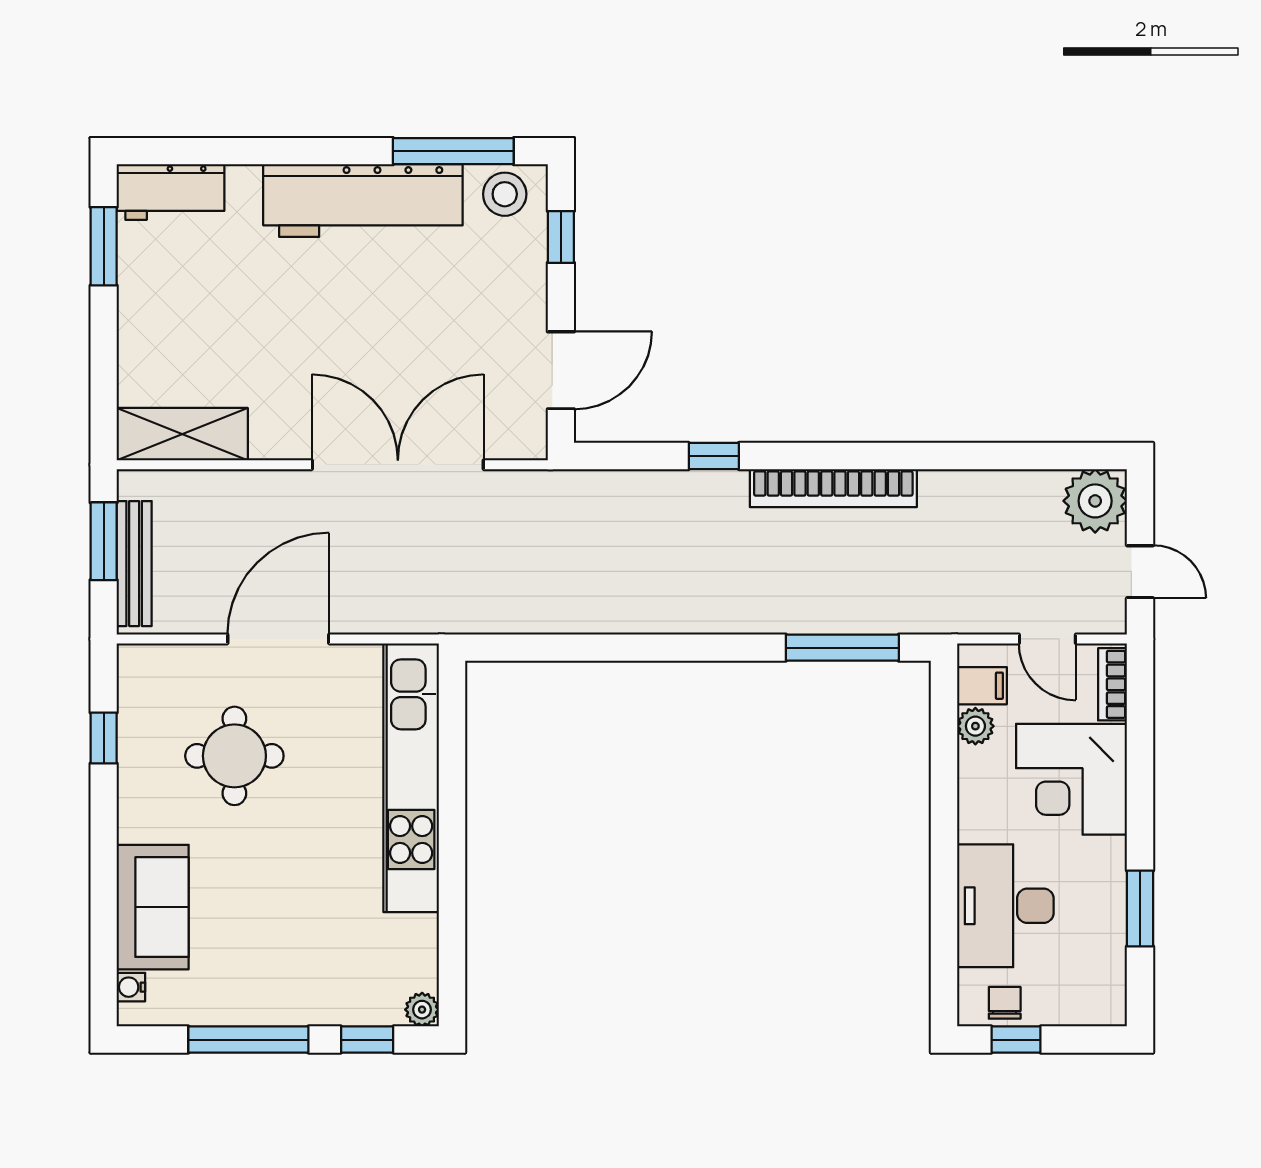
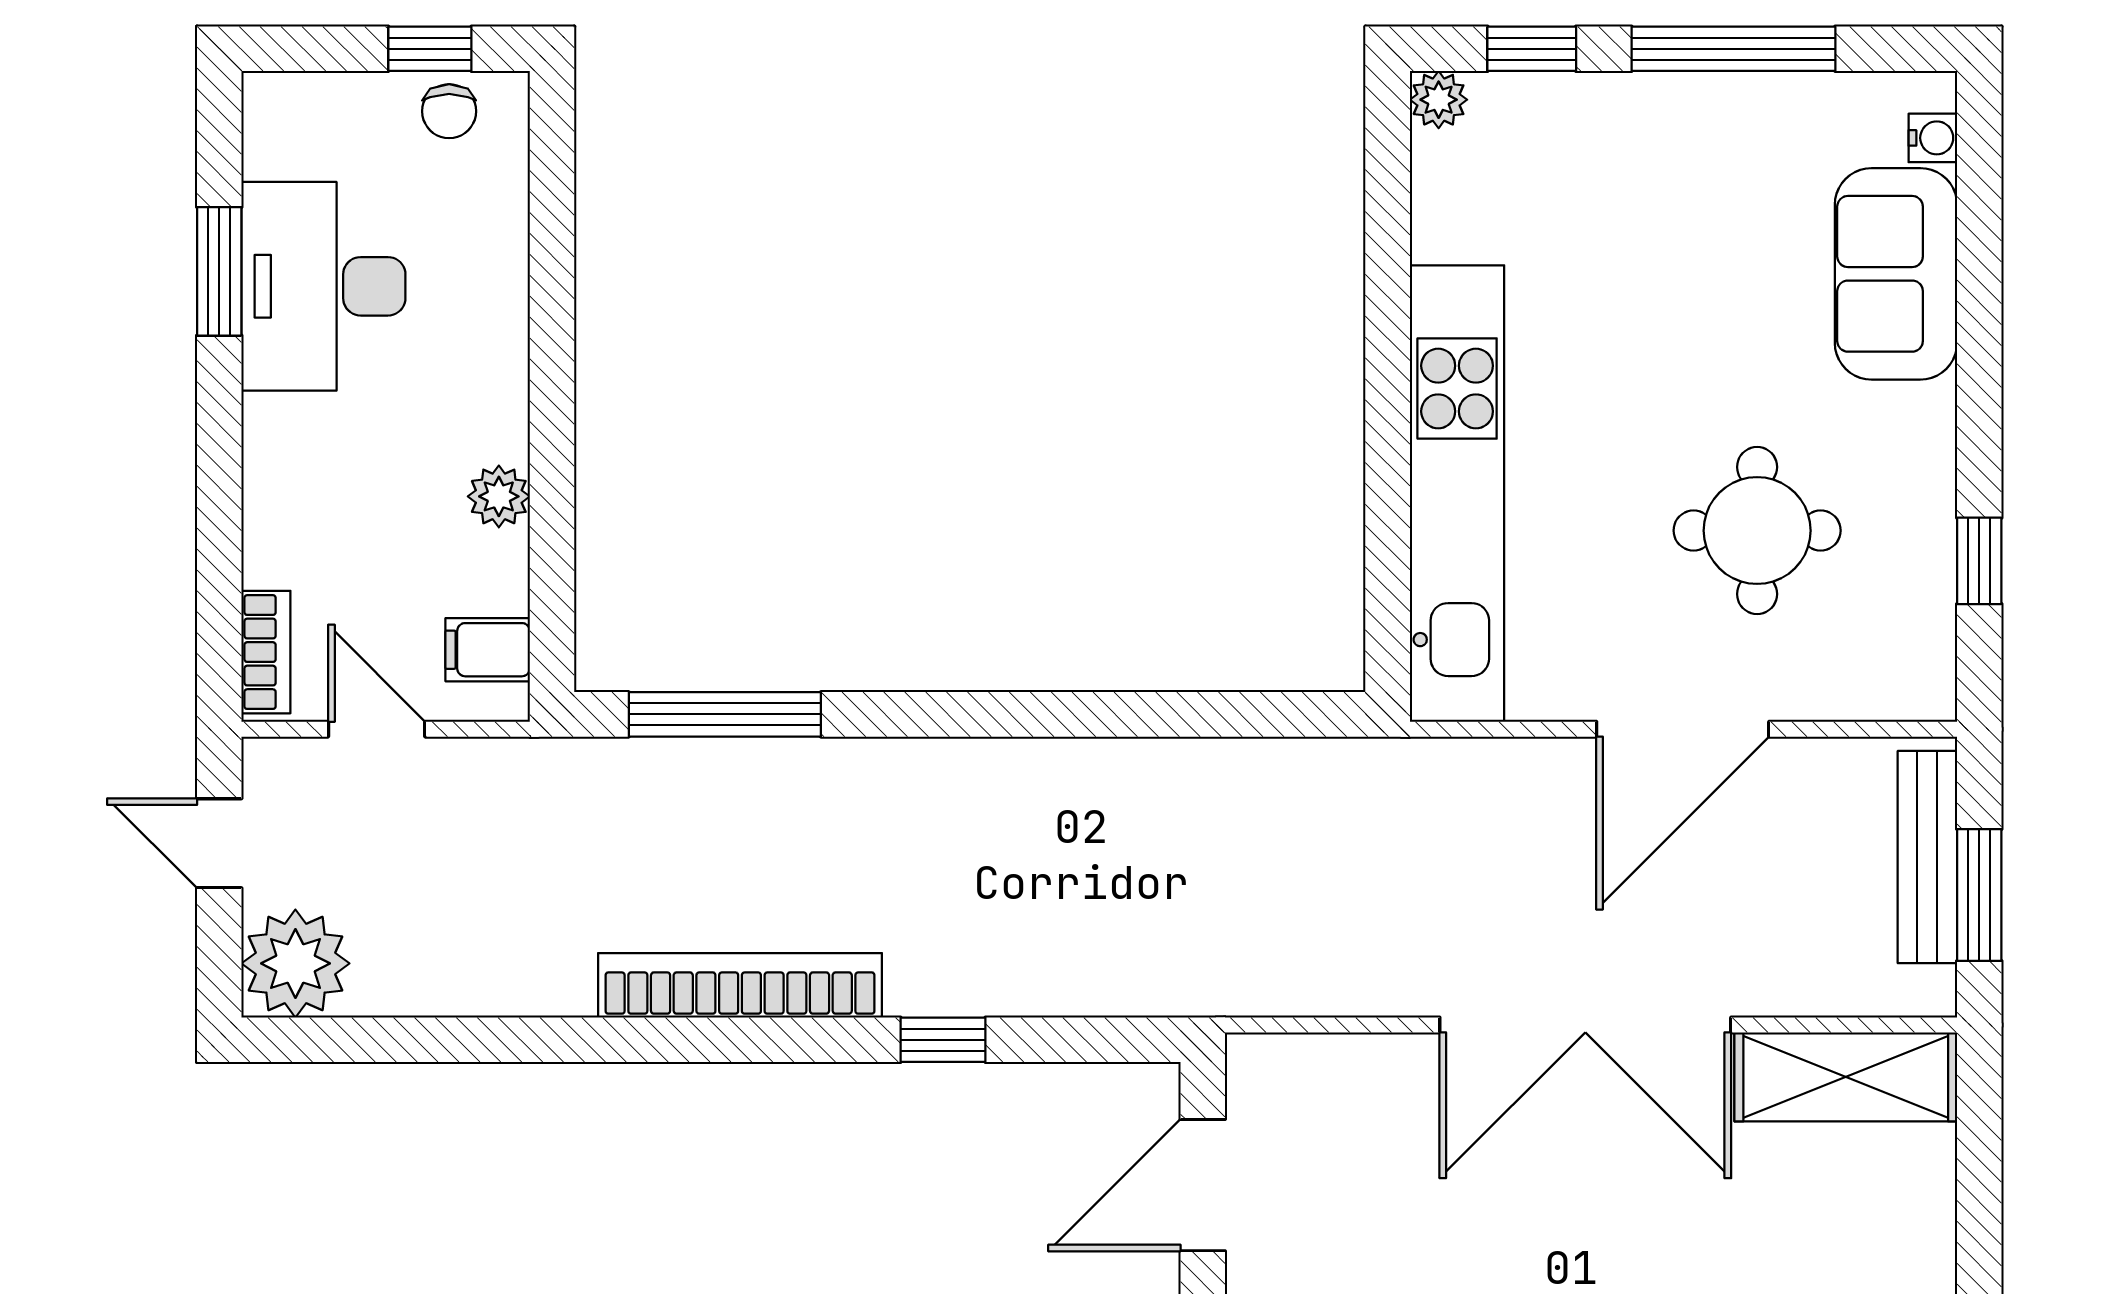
double door: (398, 465) -> (1585, 1025), moved
plant: (975, 726) -> (499, 496), moved
corner desk: (1072, 779) -> (336, 491), removed
desk: (1005, 906) -> (323, 286), moved, turned 180

